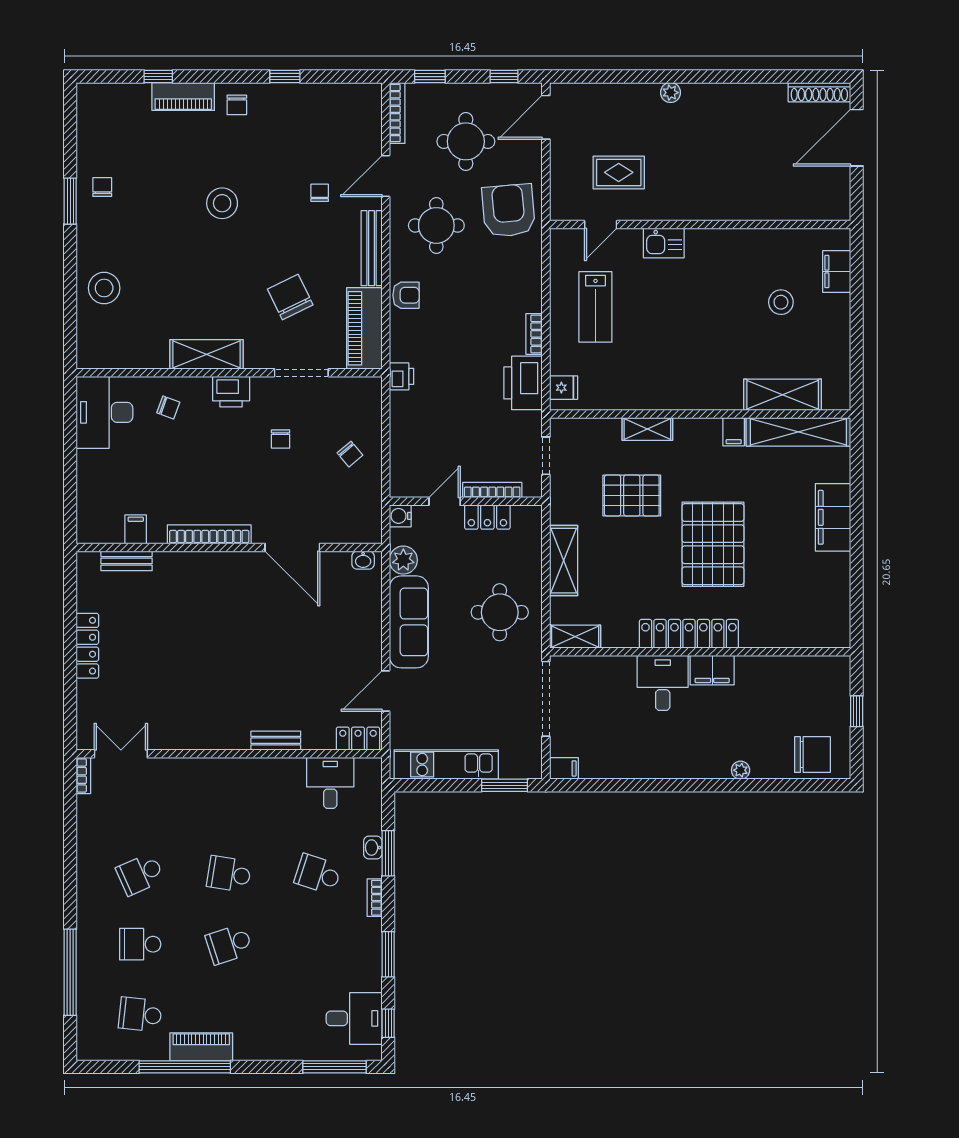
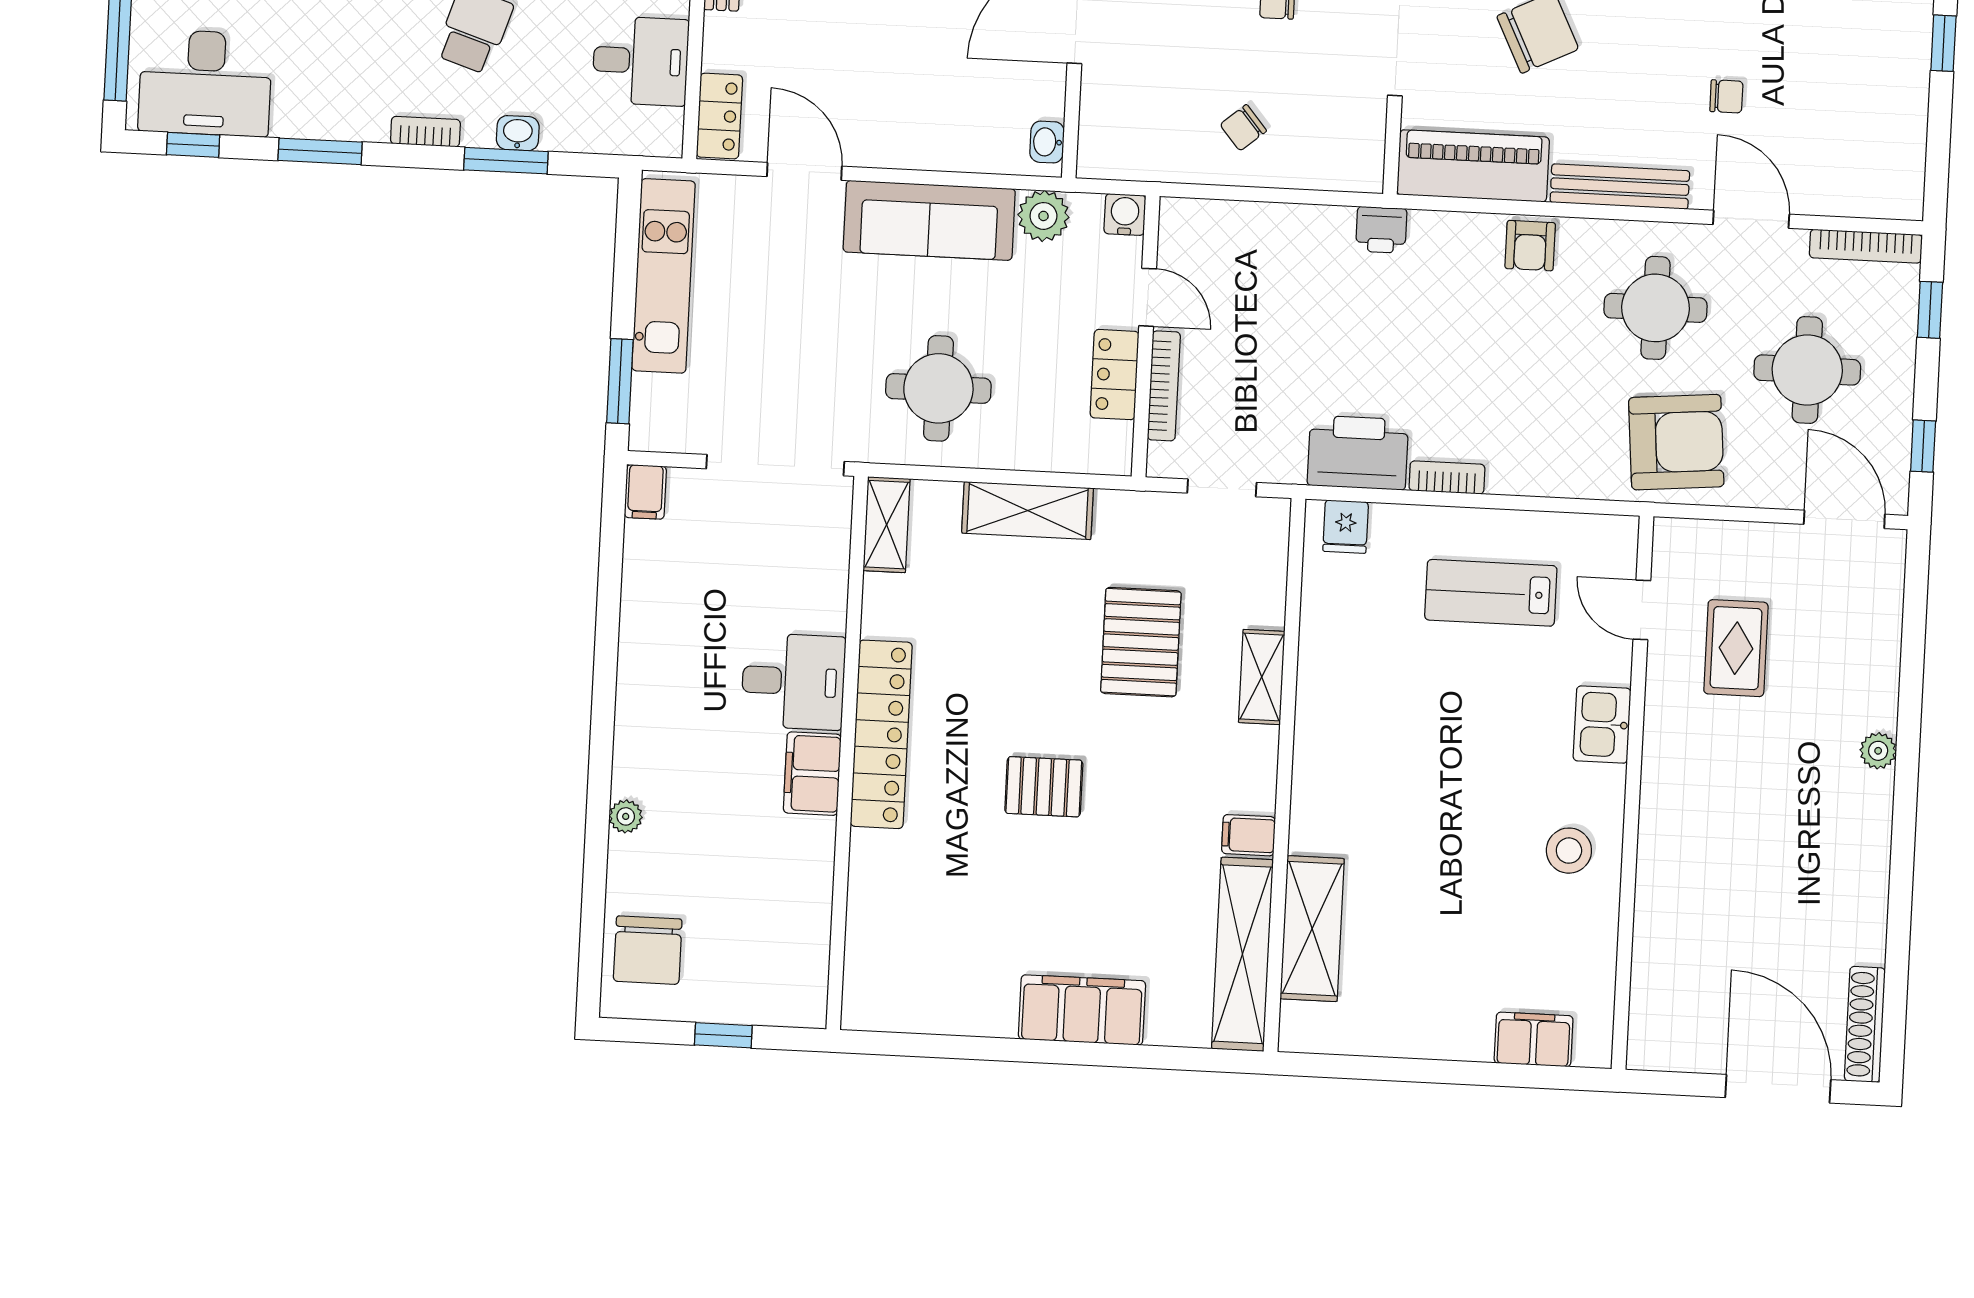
stool: (781, 302) -> (1569, 851), moved
pallet: (713, 544) -> (1044, 787), width x0.49, depth x0.50
desk: (354, 1018) -> (205, 83), width x1.37

